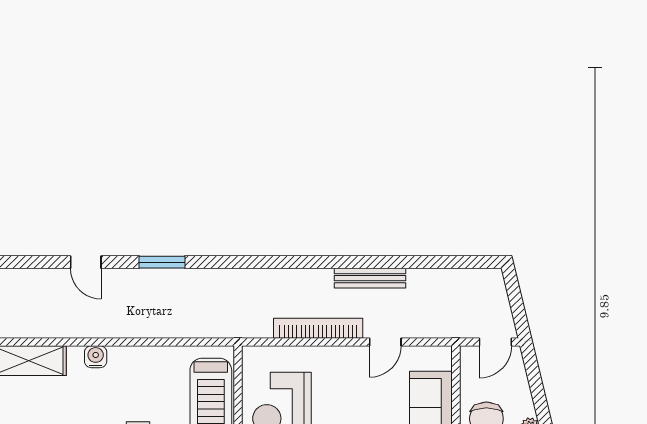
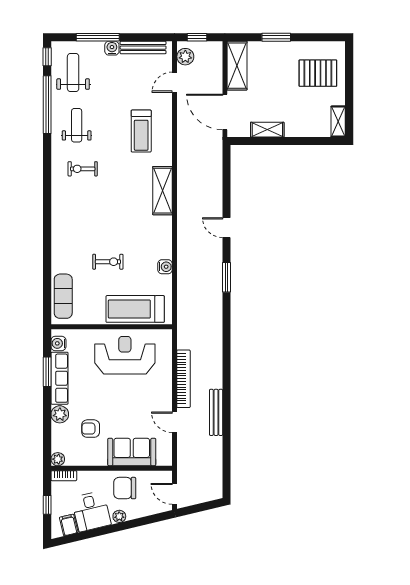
door: (86, 262) -> (226, 228), hinge flipped
water cooler: (96, 357) -> (165, 267), moved

